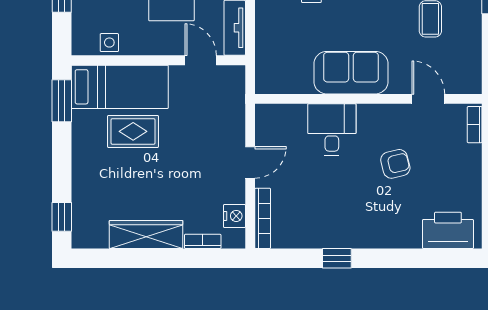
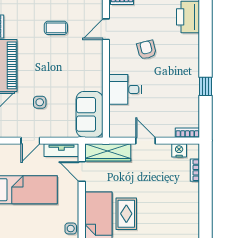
door: (201, 60) -> (82, 171), hinge flipped
sofa: (351, 73) -> (90, 114), moved
bookcase: (263, 218) -> (187, 133), width x0.64
wardrobe: (146, 234) -> (108, 152), moved, turned -90

